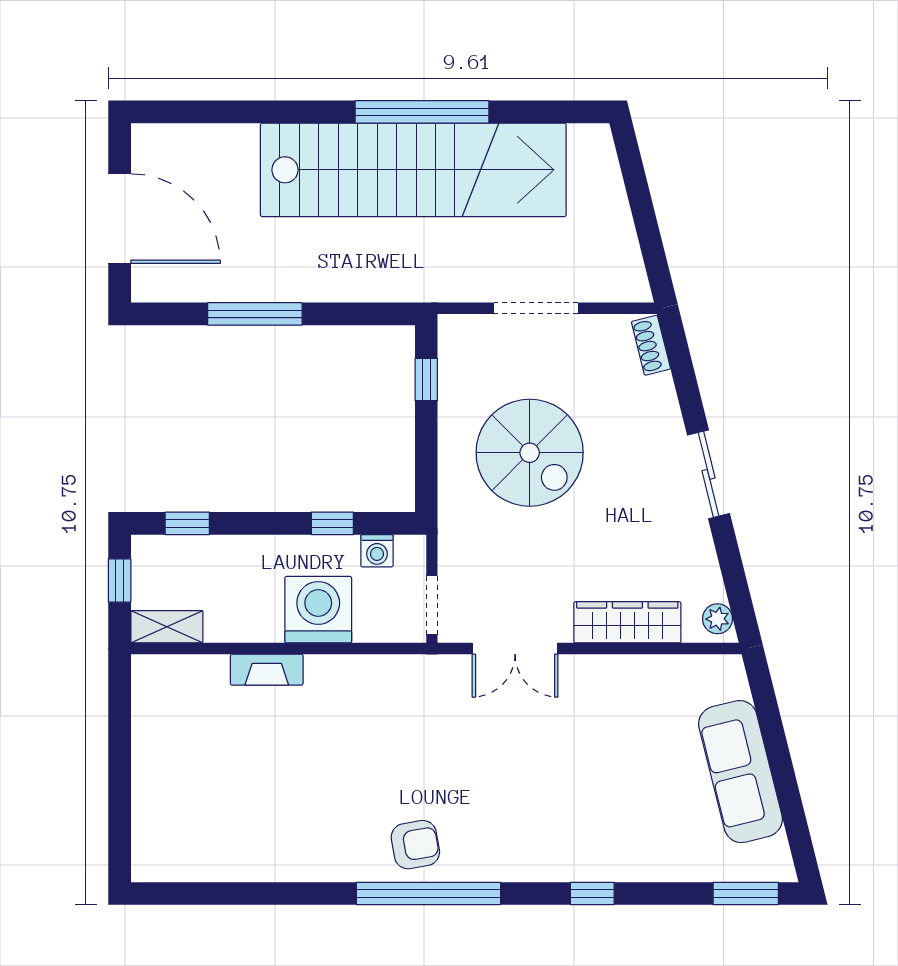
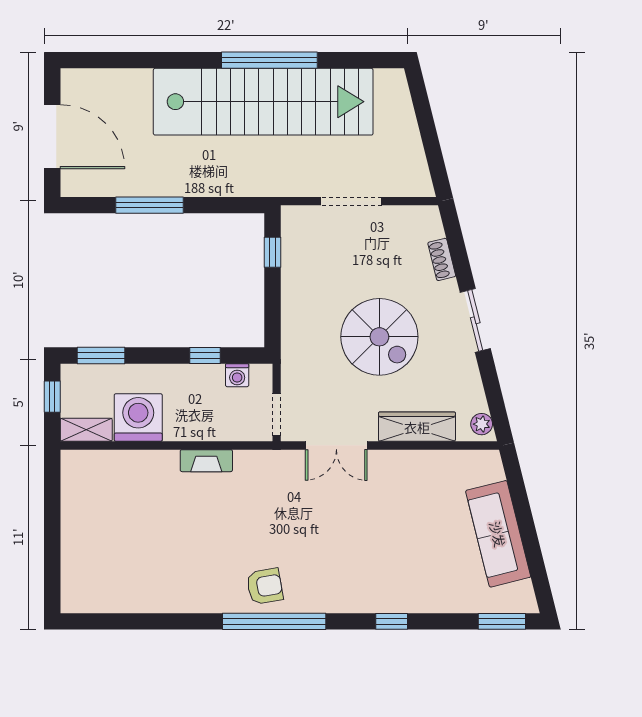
shoe rack: (651, 345) -> (442, 259), moved
spiral stairs: (530, 453) -> (379, 337), moved
window: (187, 523) -> (101, 356), width x1.50
washing machine: (318, 610) -> (138, 418), moved
fireplace: (267, 670) -> (206, 461), moved

